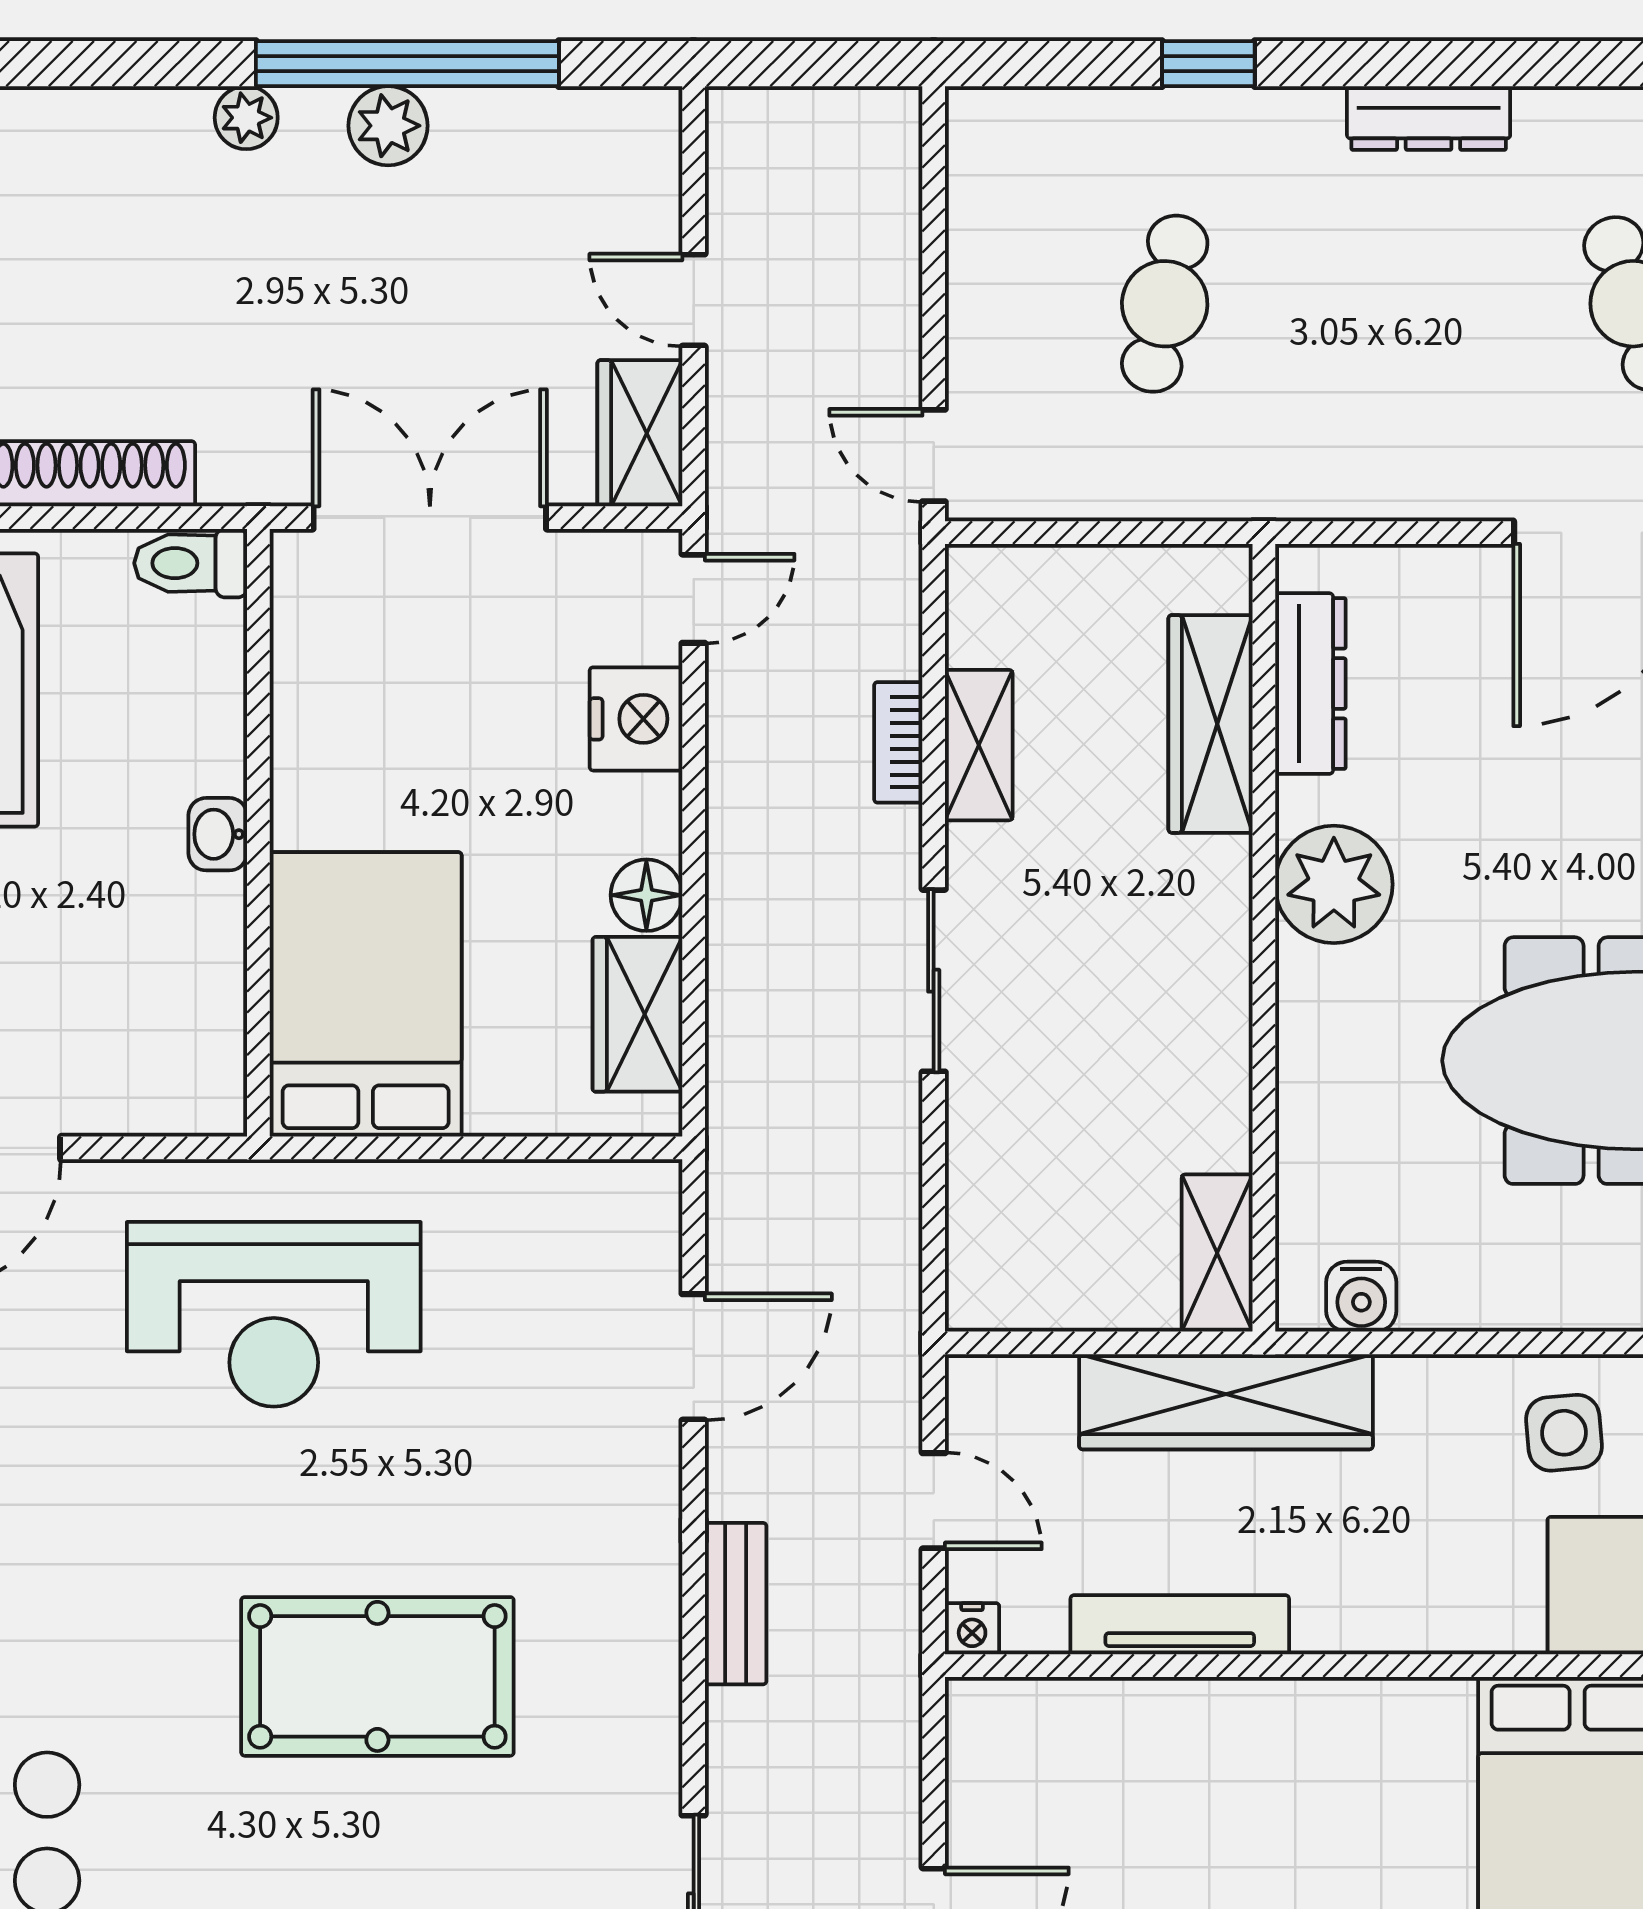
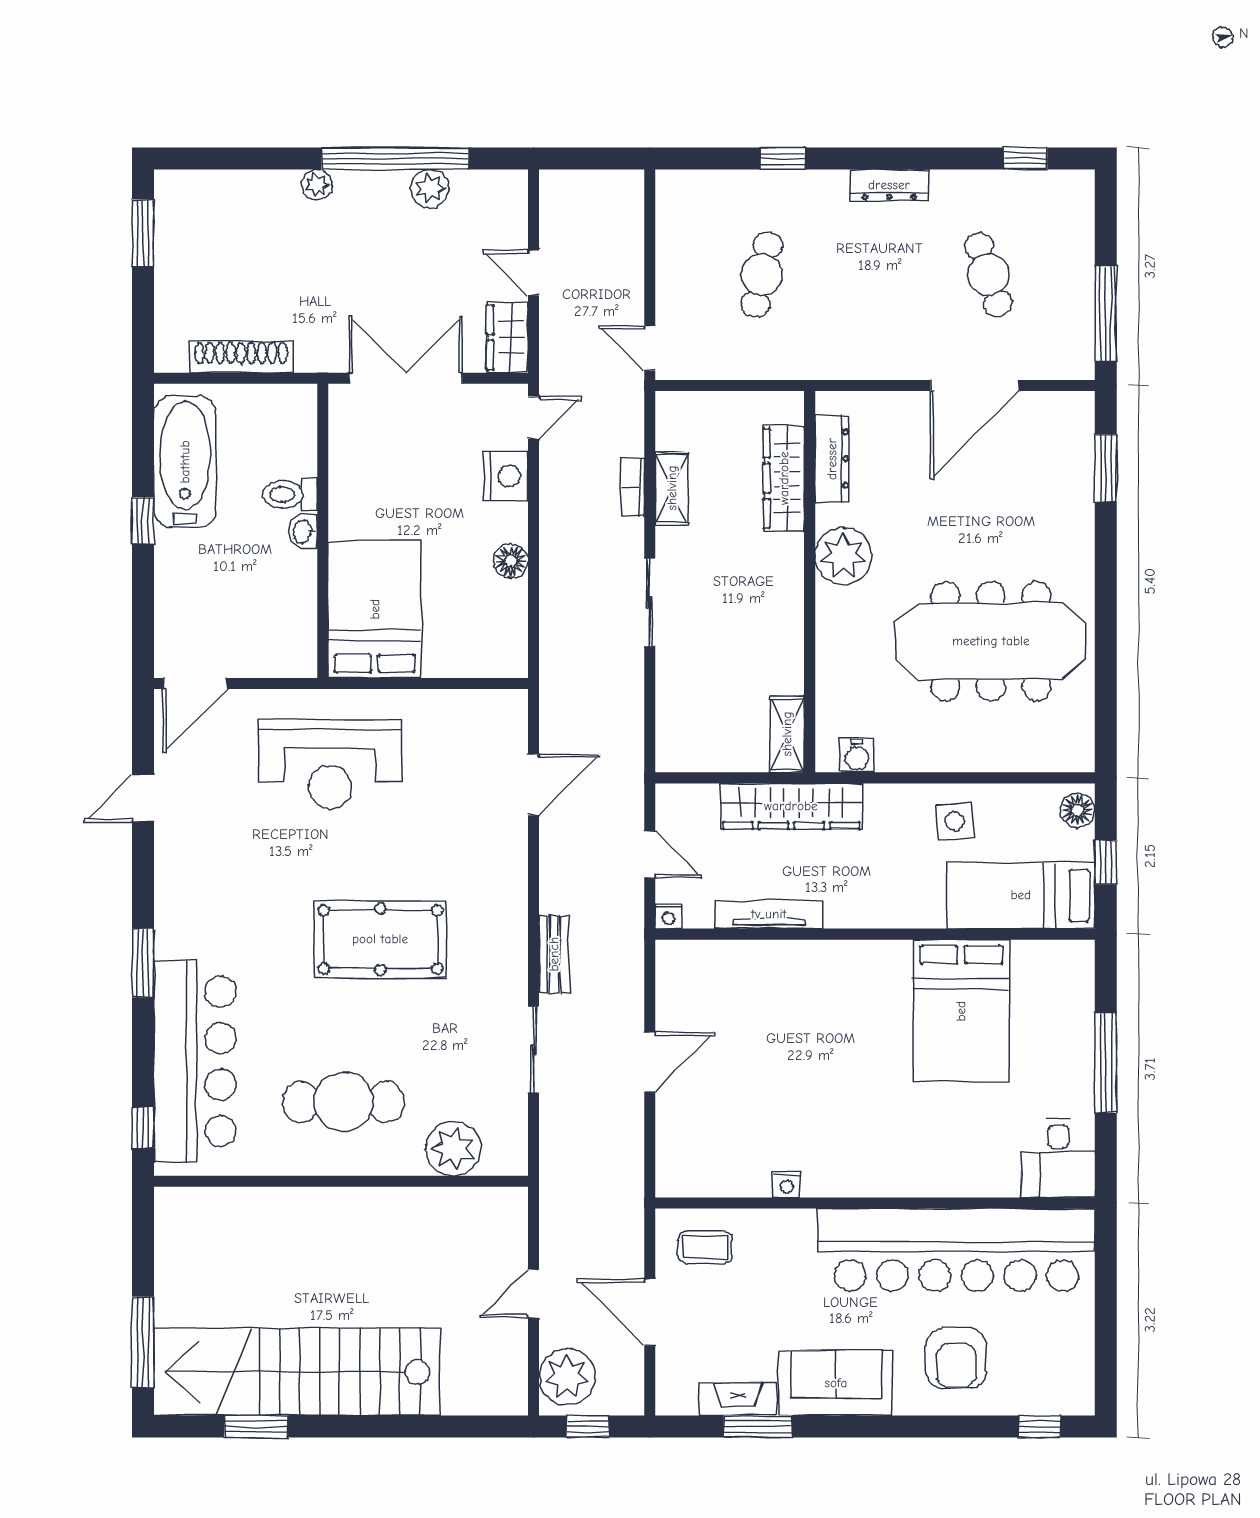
plant: (388, 126) -> (430, 189), moved
toilet: (191, 563) -> (290, 494), moved
wardrobe: (637, 1014) -> (506, 619), removed
bench: (736, 1604) -> (554, 954), moved

